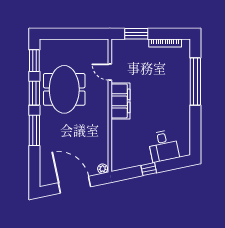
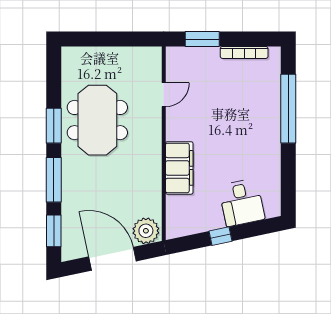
window: (34, 61) -> (54, 231), moved
door: (110, 72) -> (164, 95), swing flipped
filing cabinet: (120, 101) -> (179, 168), moved
plant: (103, 169) -> (146, 231), width x1.88, depth x1.88

